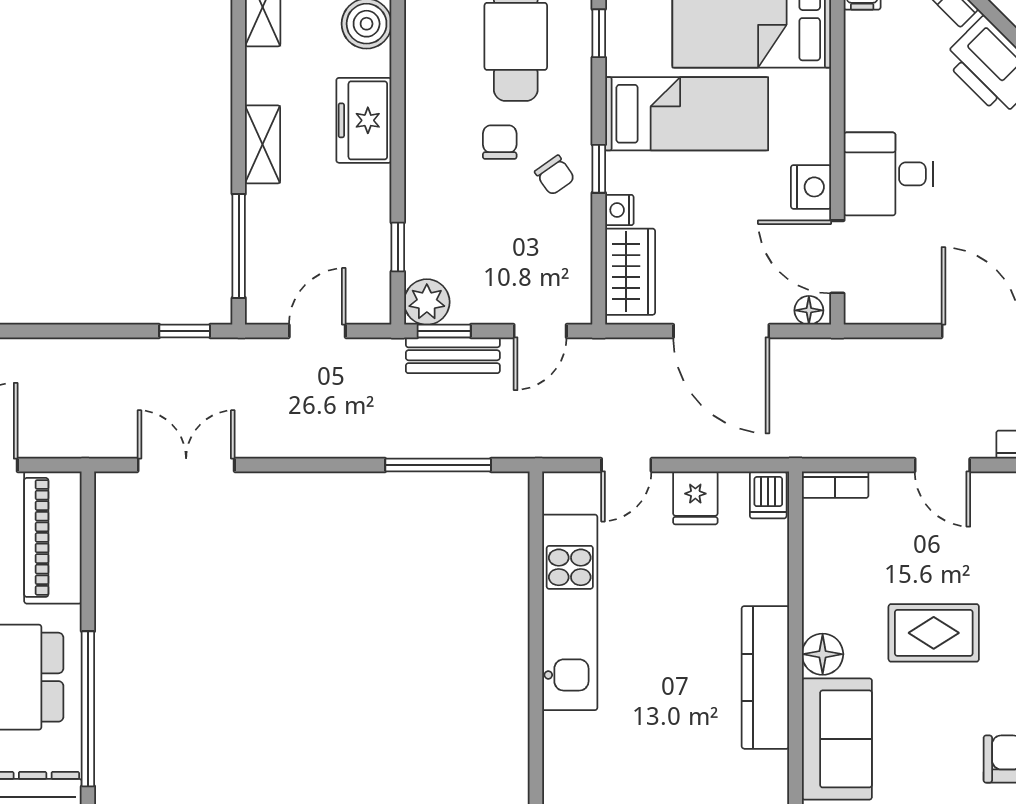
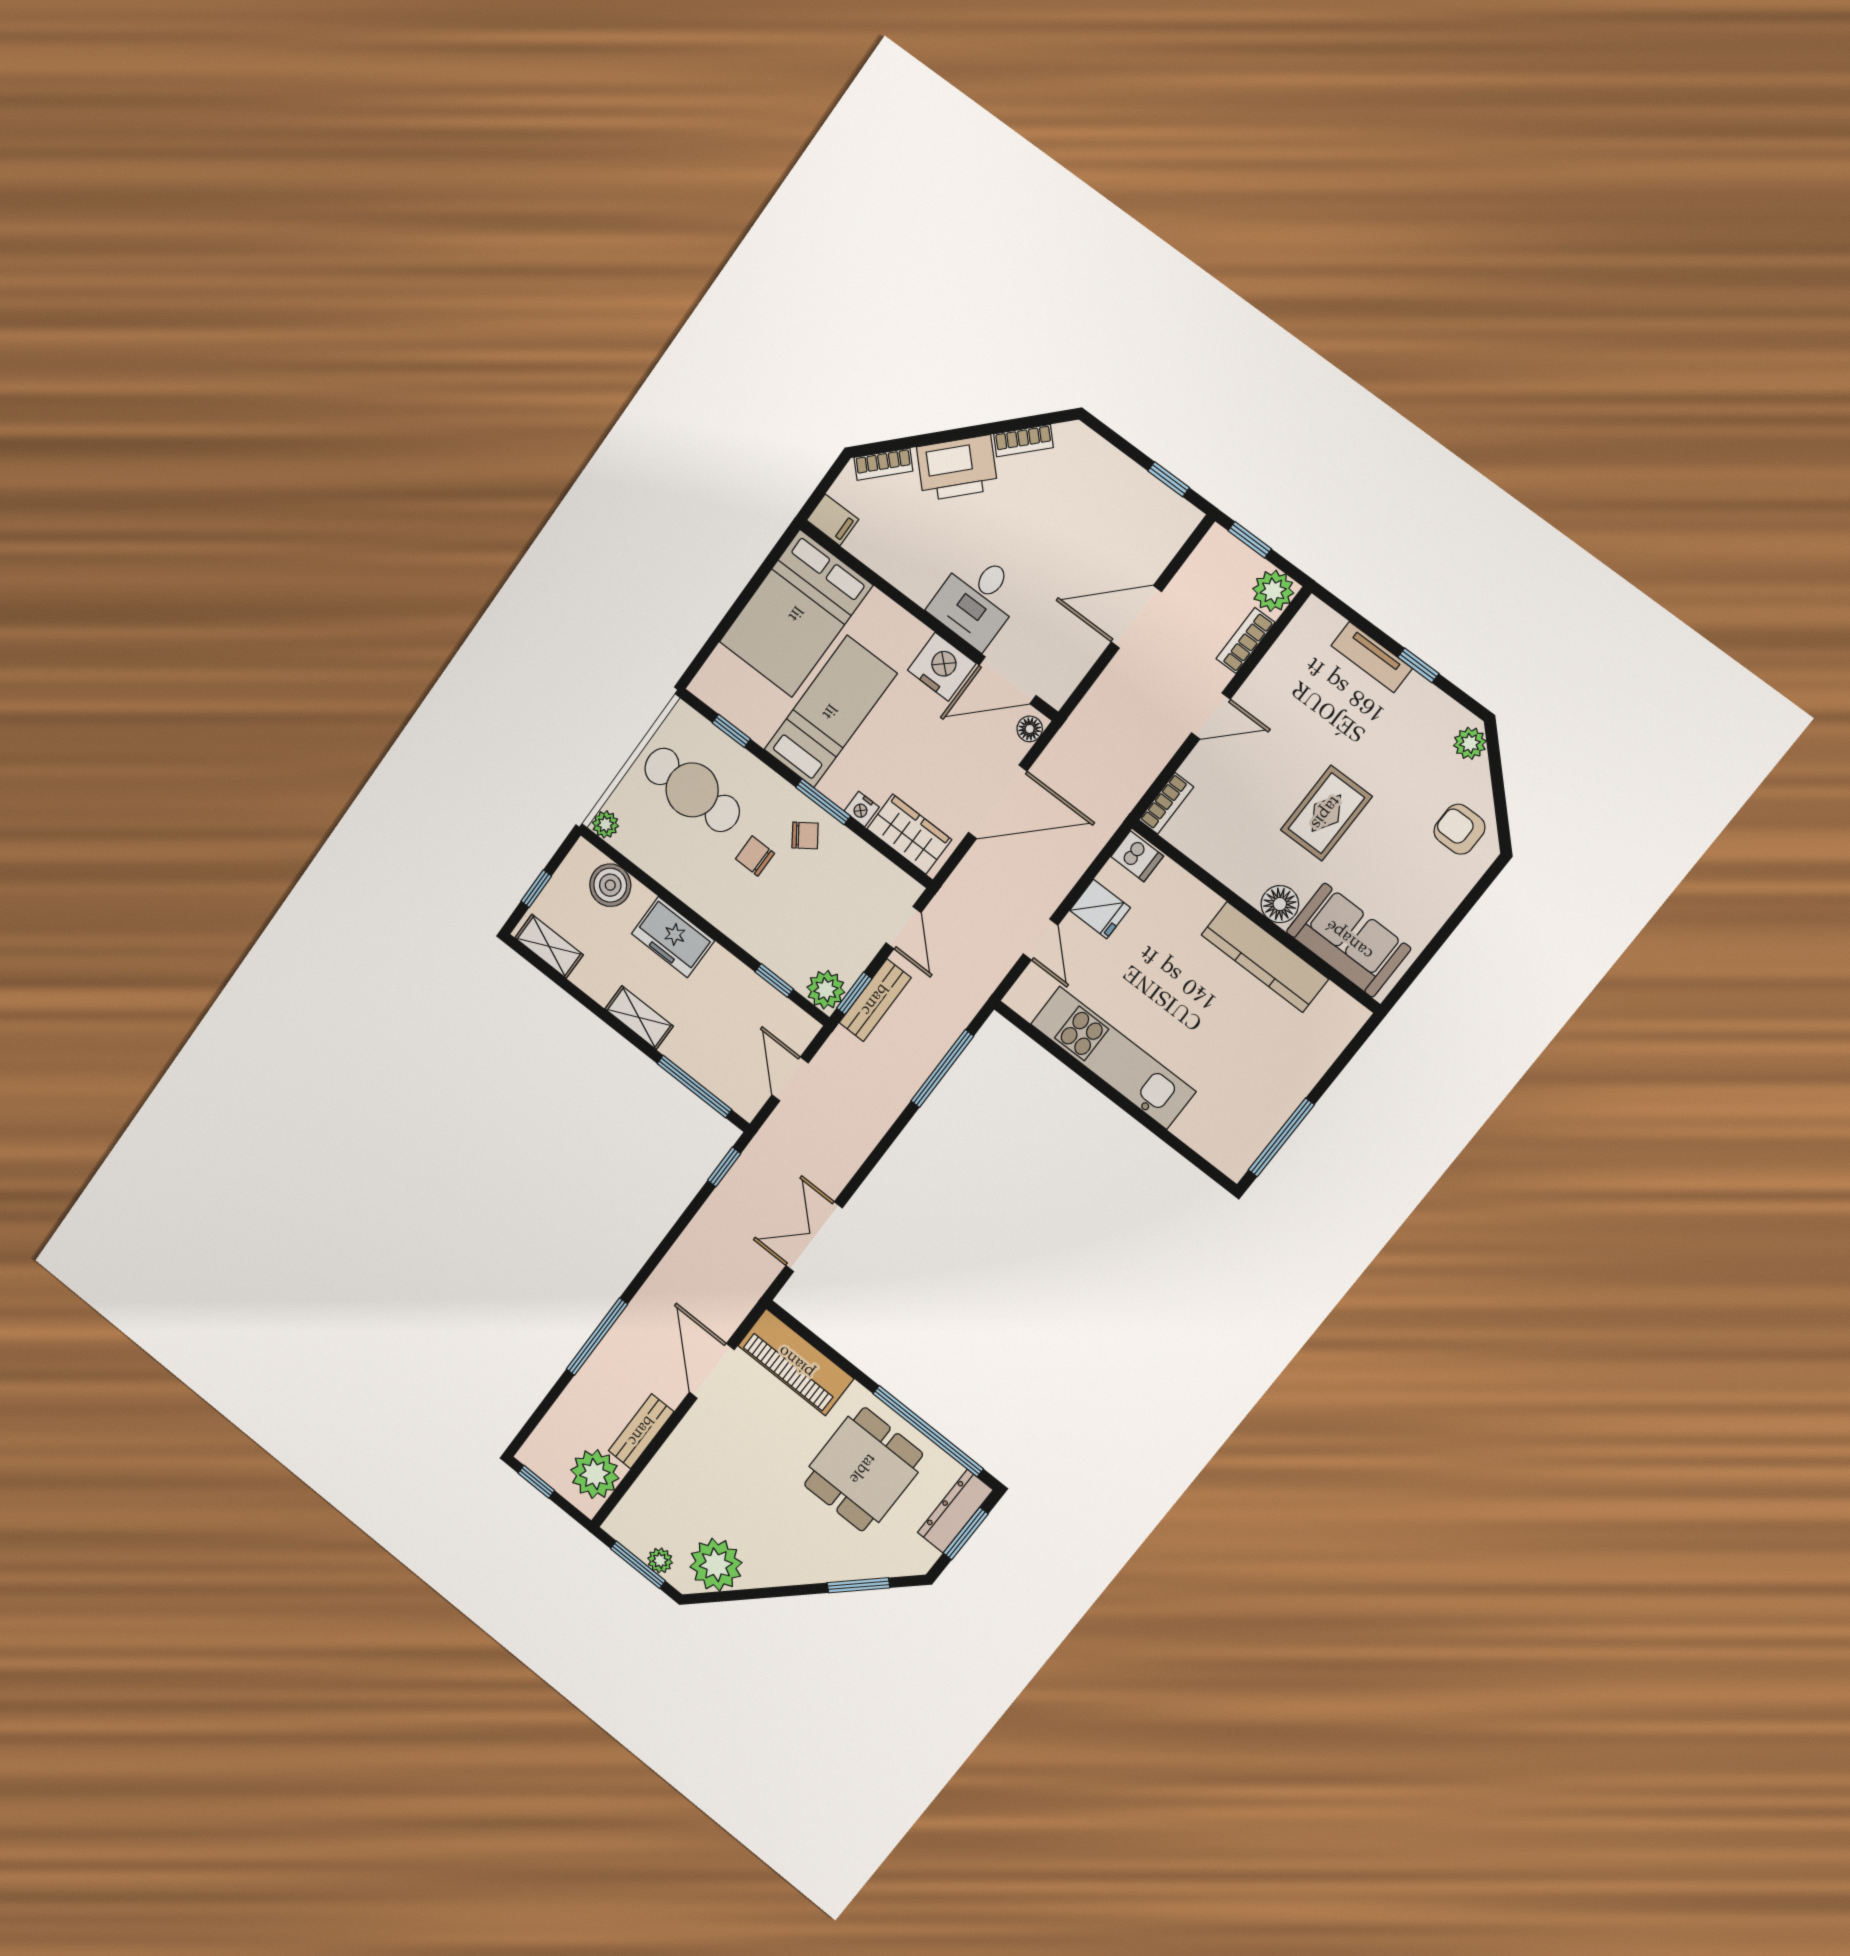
window: (599, 169) -> (823, 802), width x1.50
nightstand: (811, 187) -> (942, 667), width x1.36, depth x1.33

